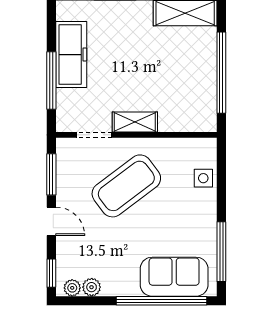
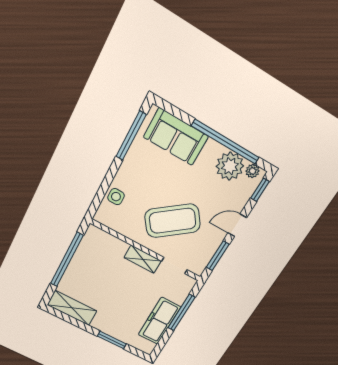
door: (51, 221) -> (237, 225), hinge flipped
plant: (92, 287) -> (230, 166), width x1.88, depth x1.88
window: (161, 301) -> (225, 142), moved

